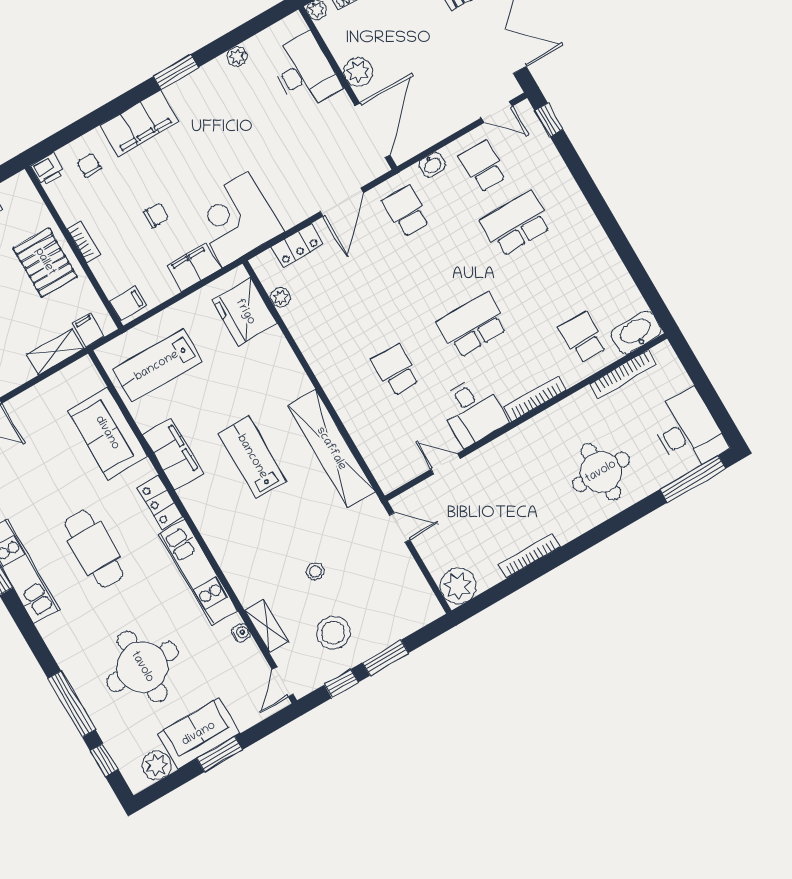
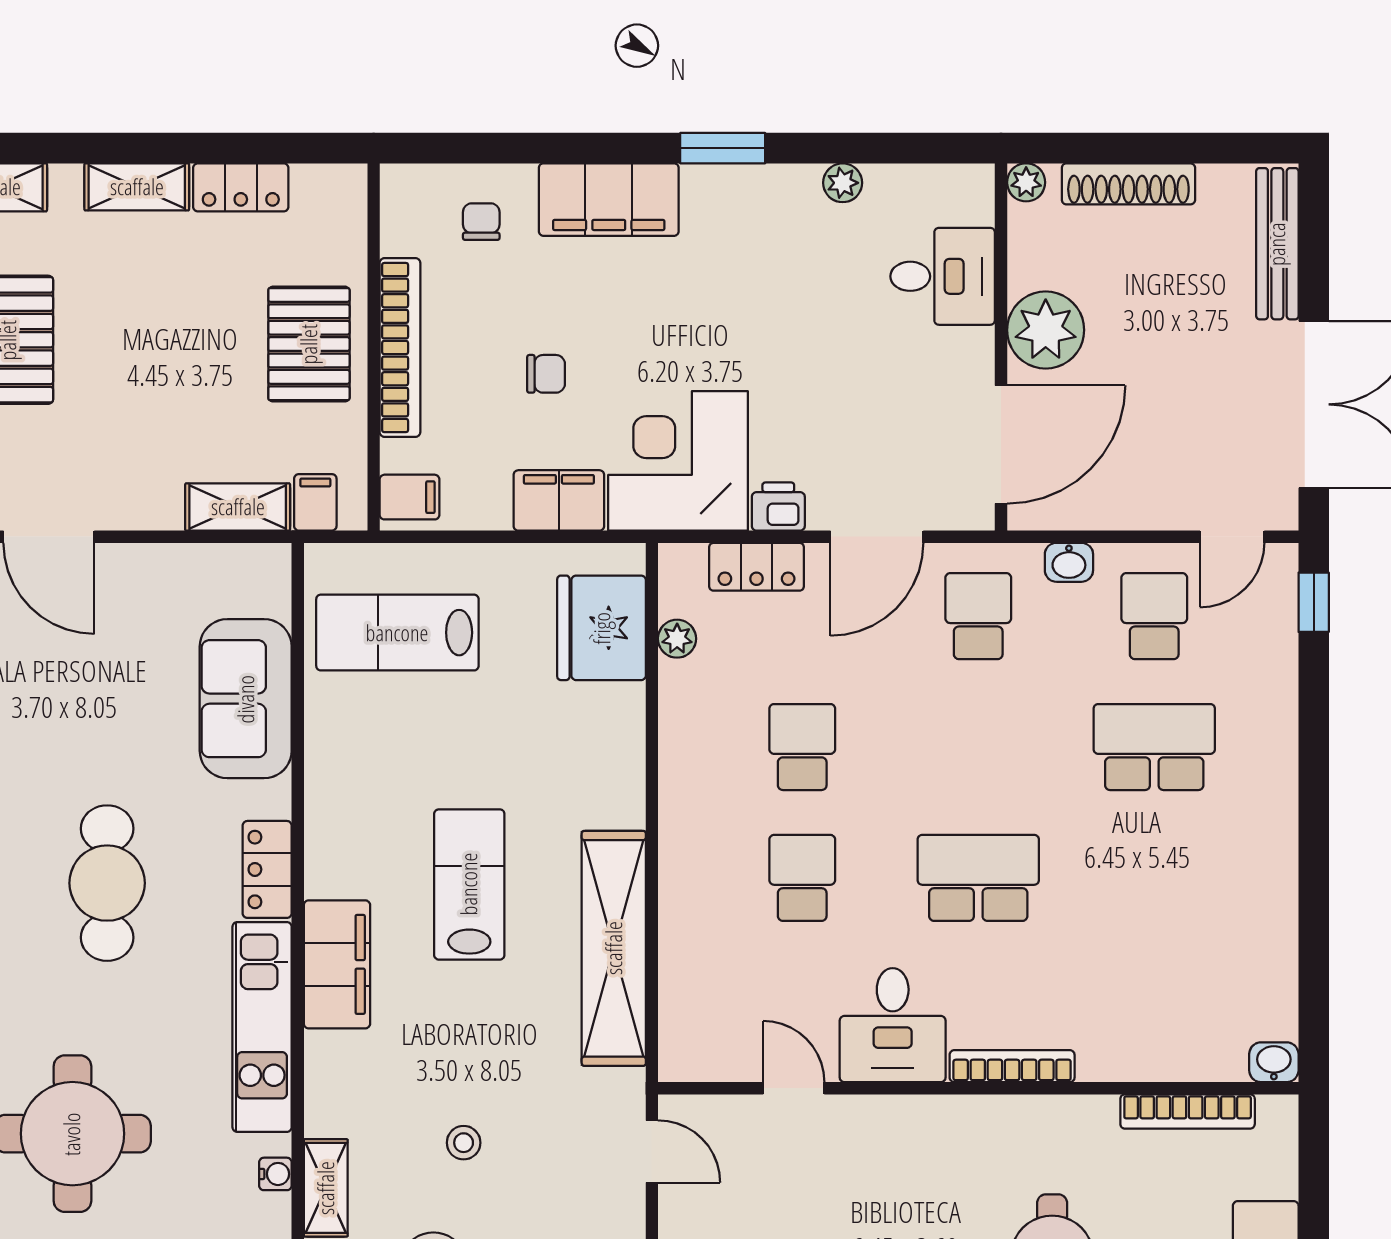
desk: (304, 72) -> (943, 276), width x0.73
plant: (358, 72) -> (1046, 330), width x1.36, depth x1.36
door: (497, 112) -> (1232, 537), hinge flipped
printer: (48, 169) -> (778, 507), moved, turned 180
bookcase: (84, 242) -> (400, 348), width x2.31, depth x1.31
washbasin: (636, 332) -> (1274, 1062), width x0.52, depth x0.69
school desk: (583, 338) -> (802, 747), moved
filing cabinet: (173, 454) -> (337, 964), moved

